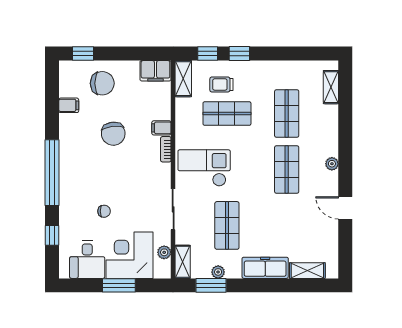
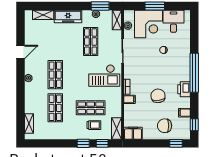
printer: (69, 145) -> (184, 89), added
door: (345, 208) -> (21, 52), hinge flipped
window: (52, 235) -> (194, 125), moved

